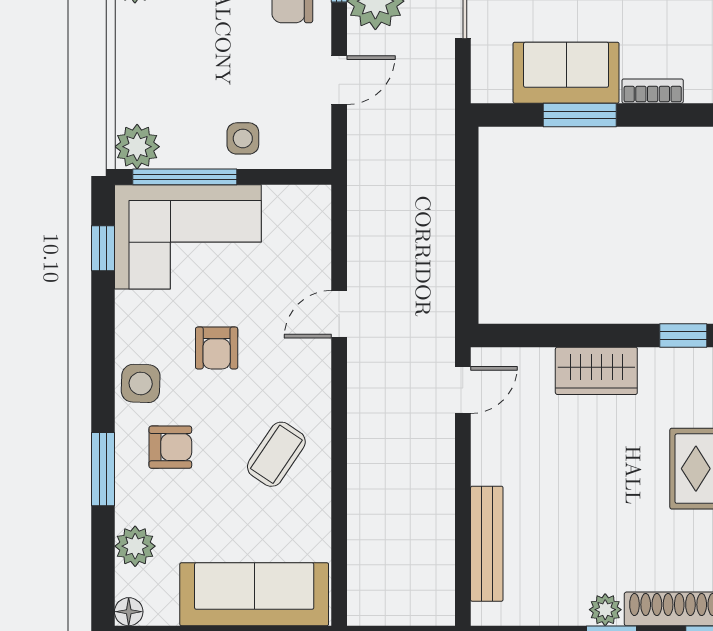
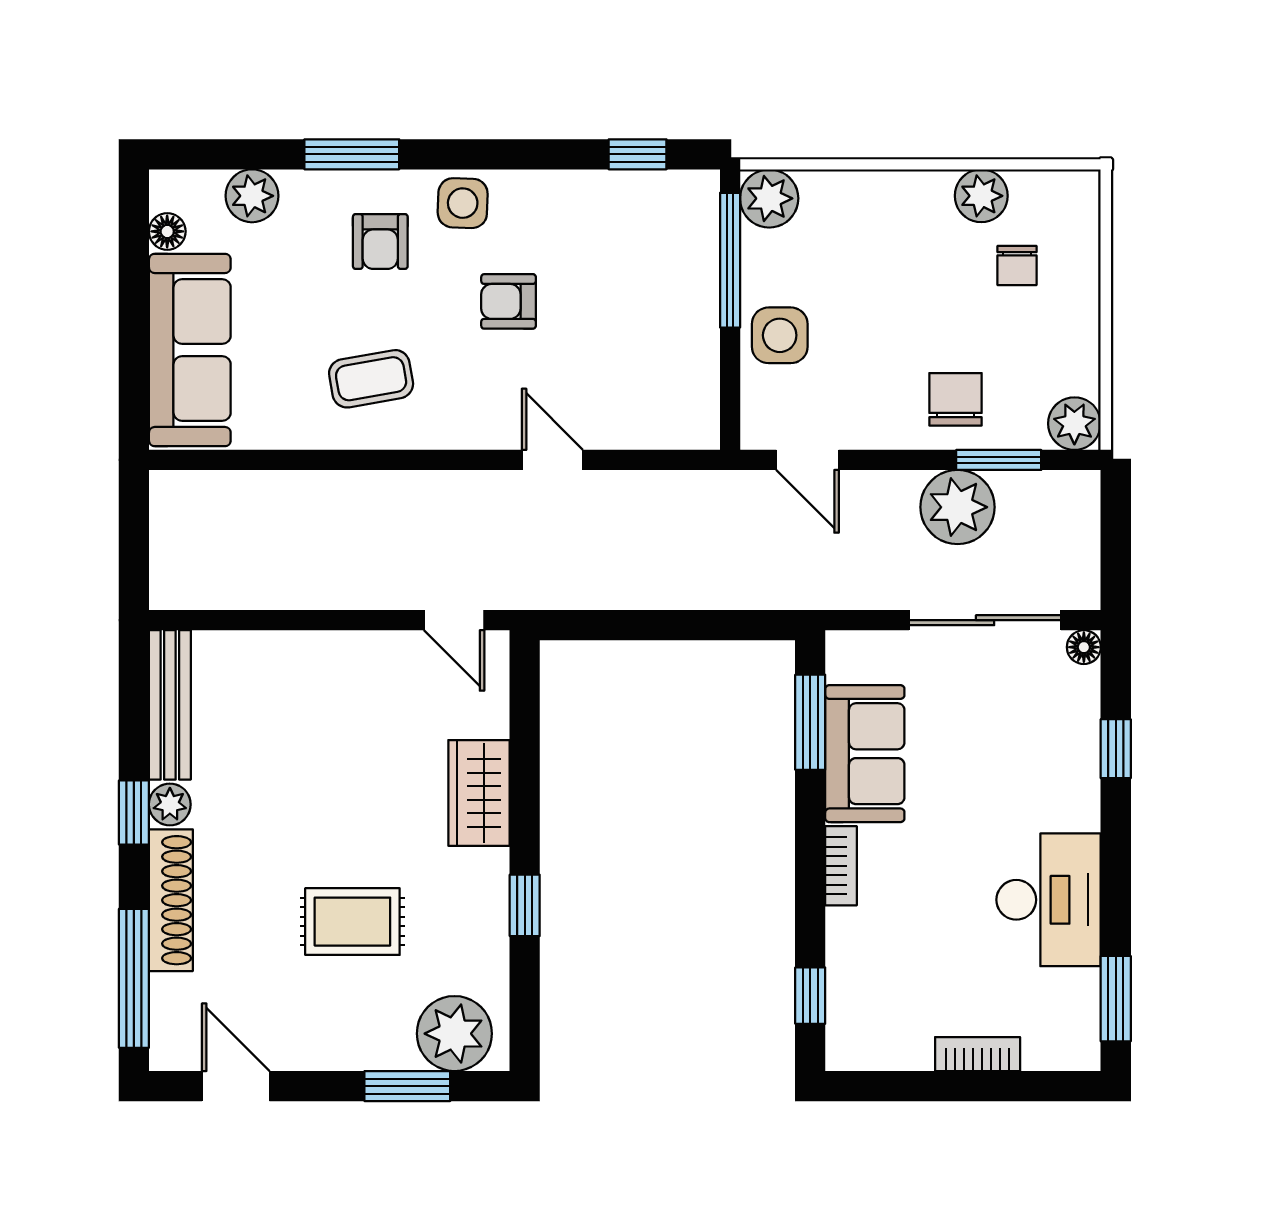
door: (339, 80) -> (807, 460), moved
window: (580, 115) -> (810, 722), moved
side table: (243, 138) -> (780, 335), width x1.37, depth x1.37
corner sofa: (188, 237) -> (652, 264), removed
coffee table: (276, 454) -> (371, 379), turned -44
bench: (487, 544) -> (170, 705), moved, turned 90
floor lamp: (129, 612) -> (167, 231), moved

